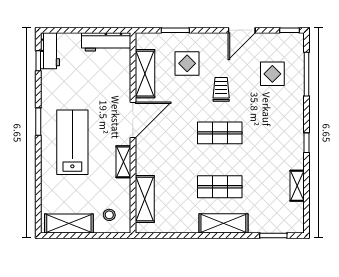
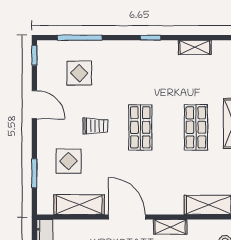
trolley: (221, 89) -> (95, 126), turned 180

